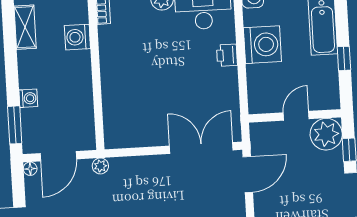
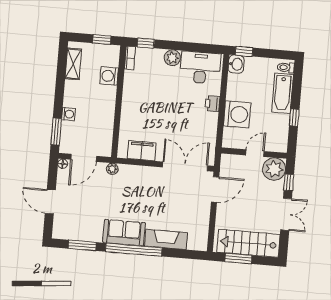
washing machine: (262, 45) -> (237, 114), moved
filing cabinet: (138, 135) -> (142, 151), added

